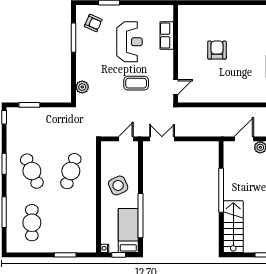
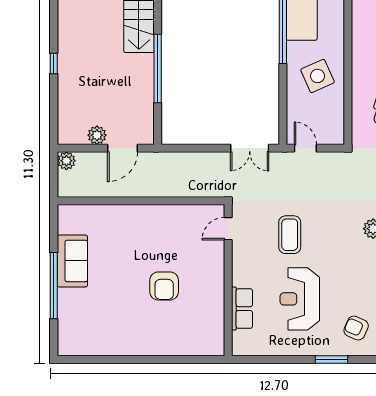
coffee table: (136, 83) -> (290, 235), turned 90
door: (126, 139) -> (305, 148), swing flipped

